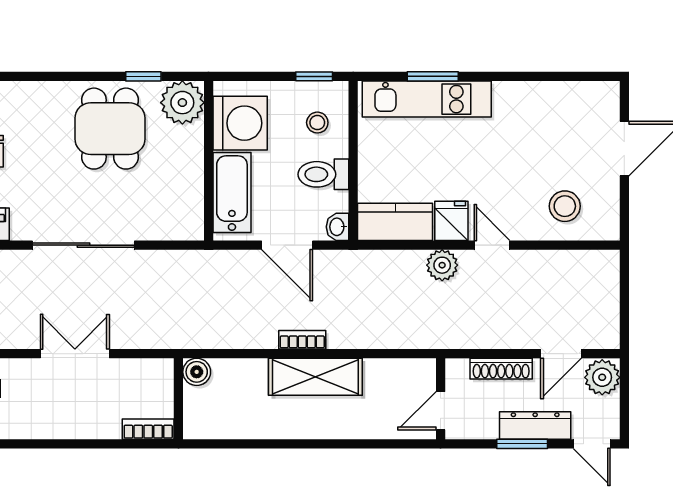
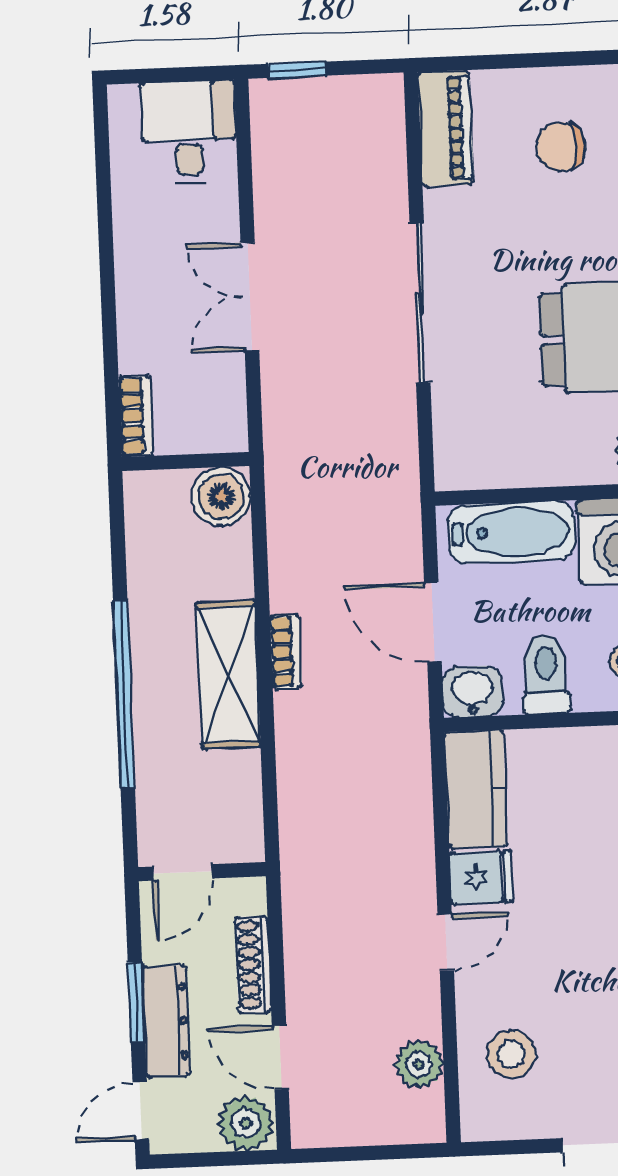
washbasin: (338, 227) -> (473, 691), width x1.38, depth x1.45
door: (287, 245) -> (433, 622), hinge flipped
plant: (442, 265) -> (419, 1064), moved
double door: (75, 354) -> (250, 297), swing flipped
boiler: (197, 372) -> (221, 497), width x1.36, depth x1.36
door: (441, 411) -> (183, 872), swing flipped
window: (325, 444) -> (124, 694), added

